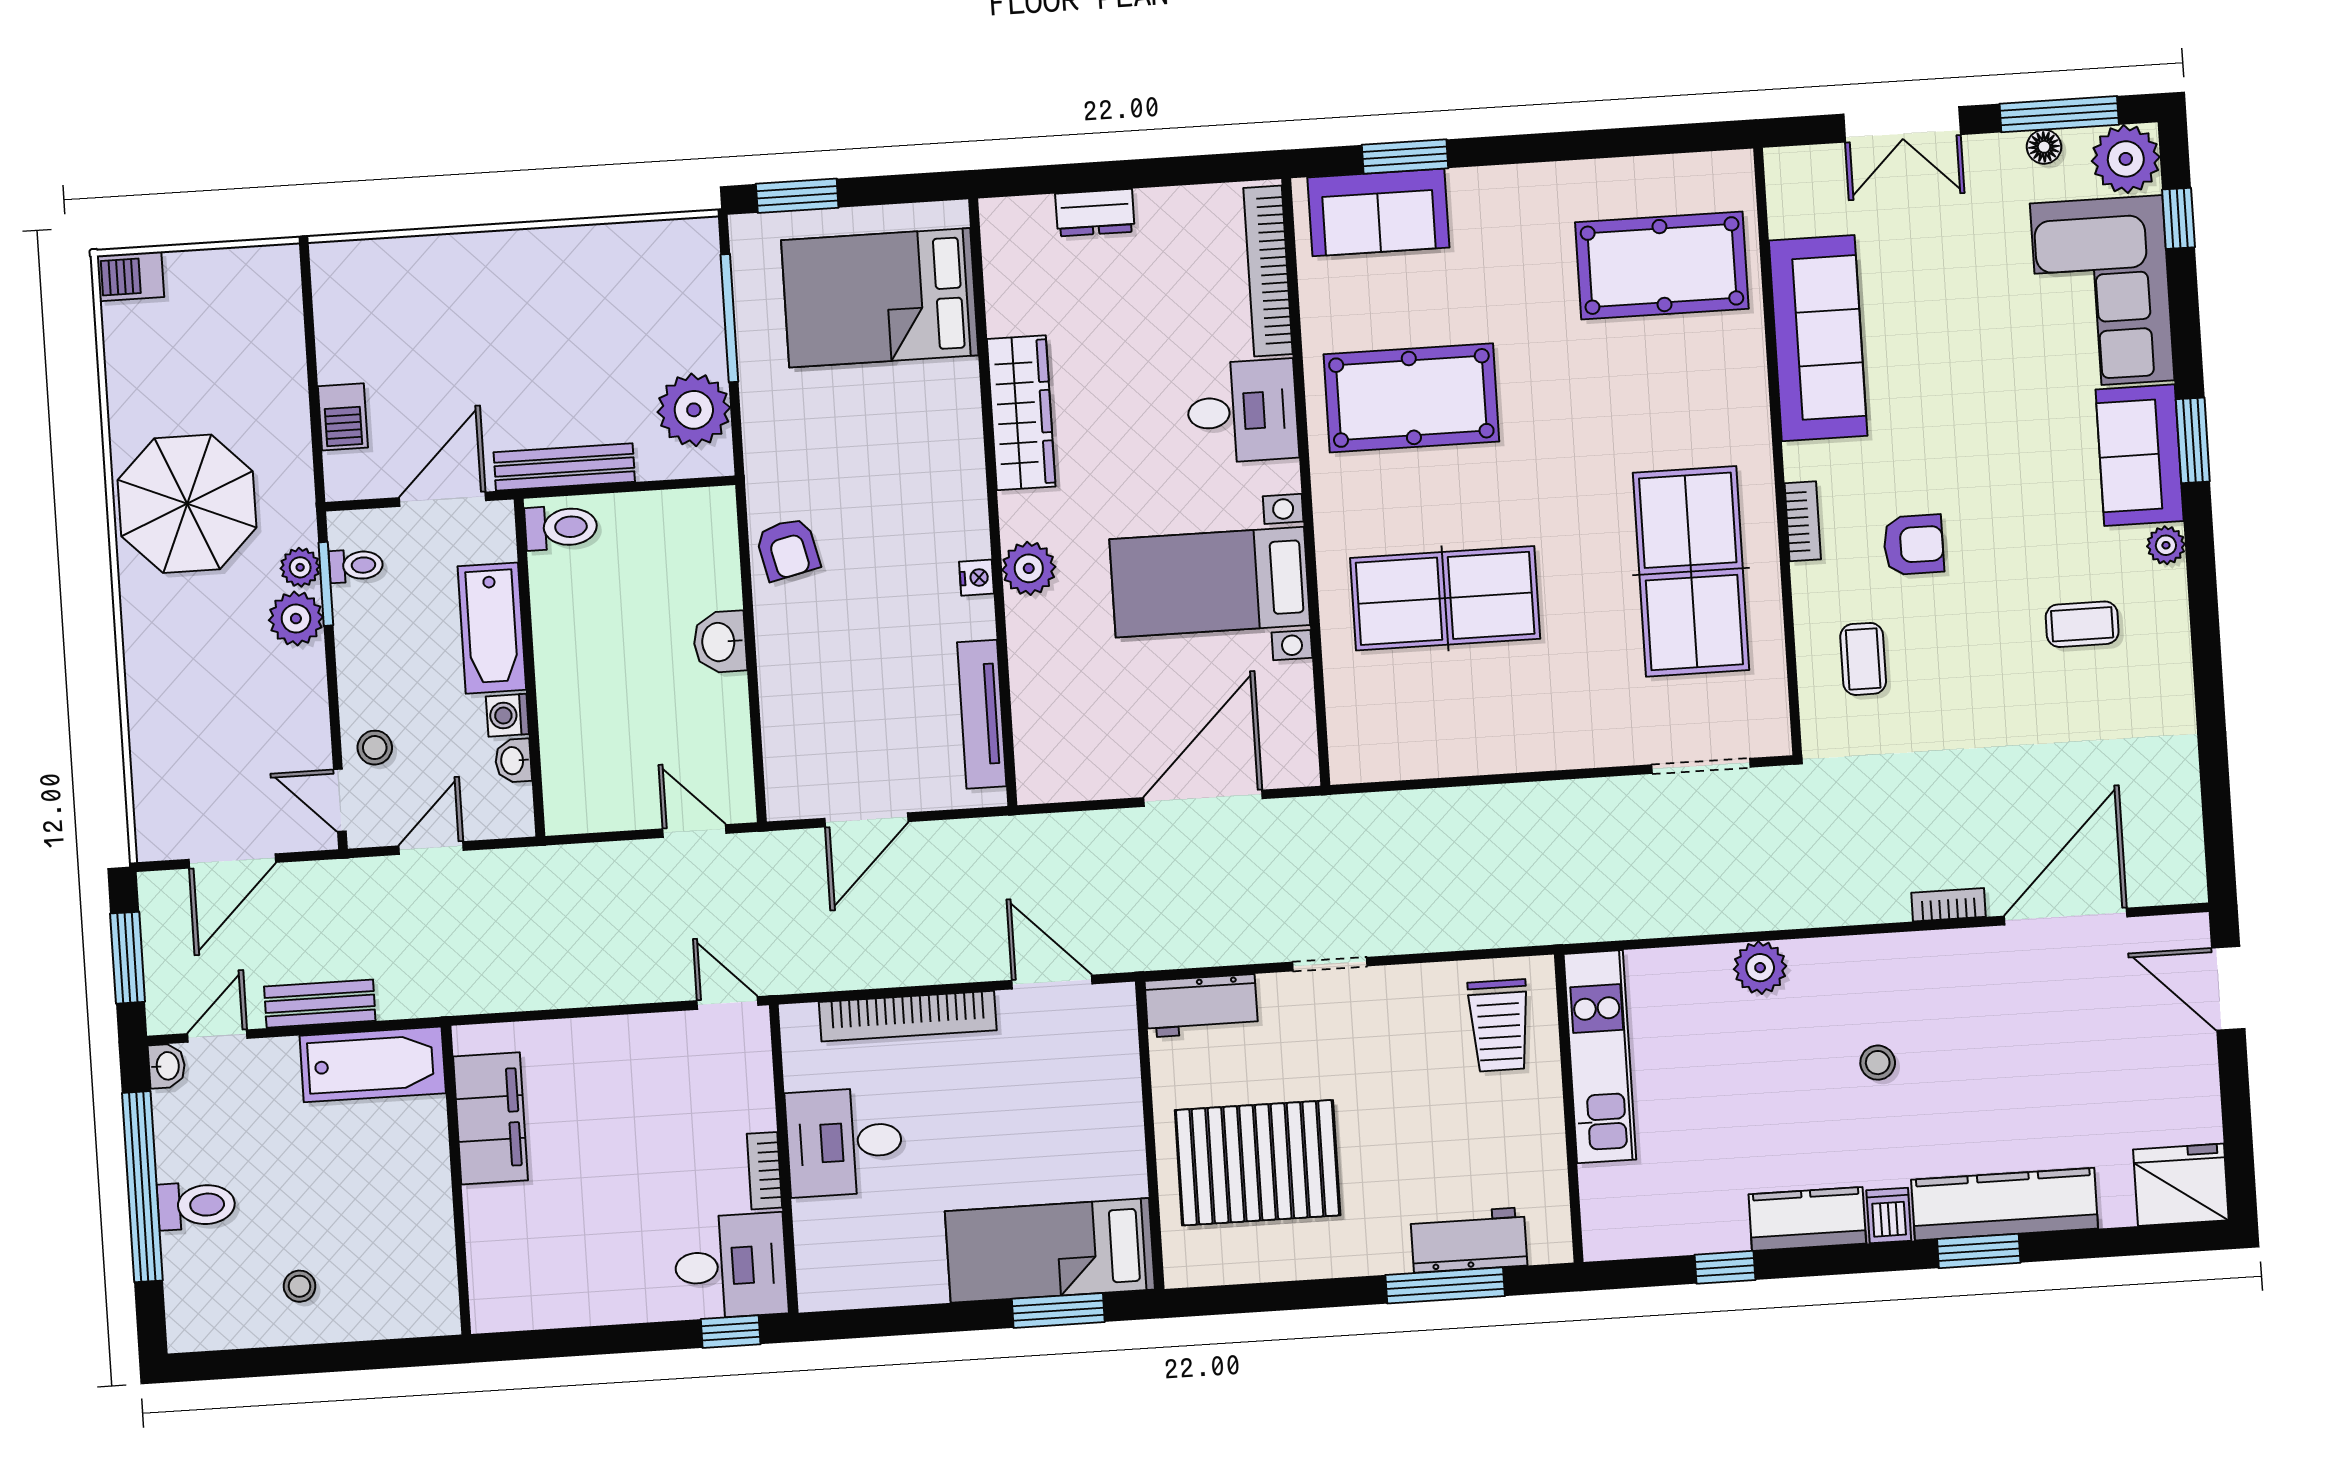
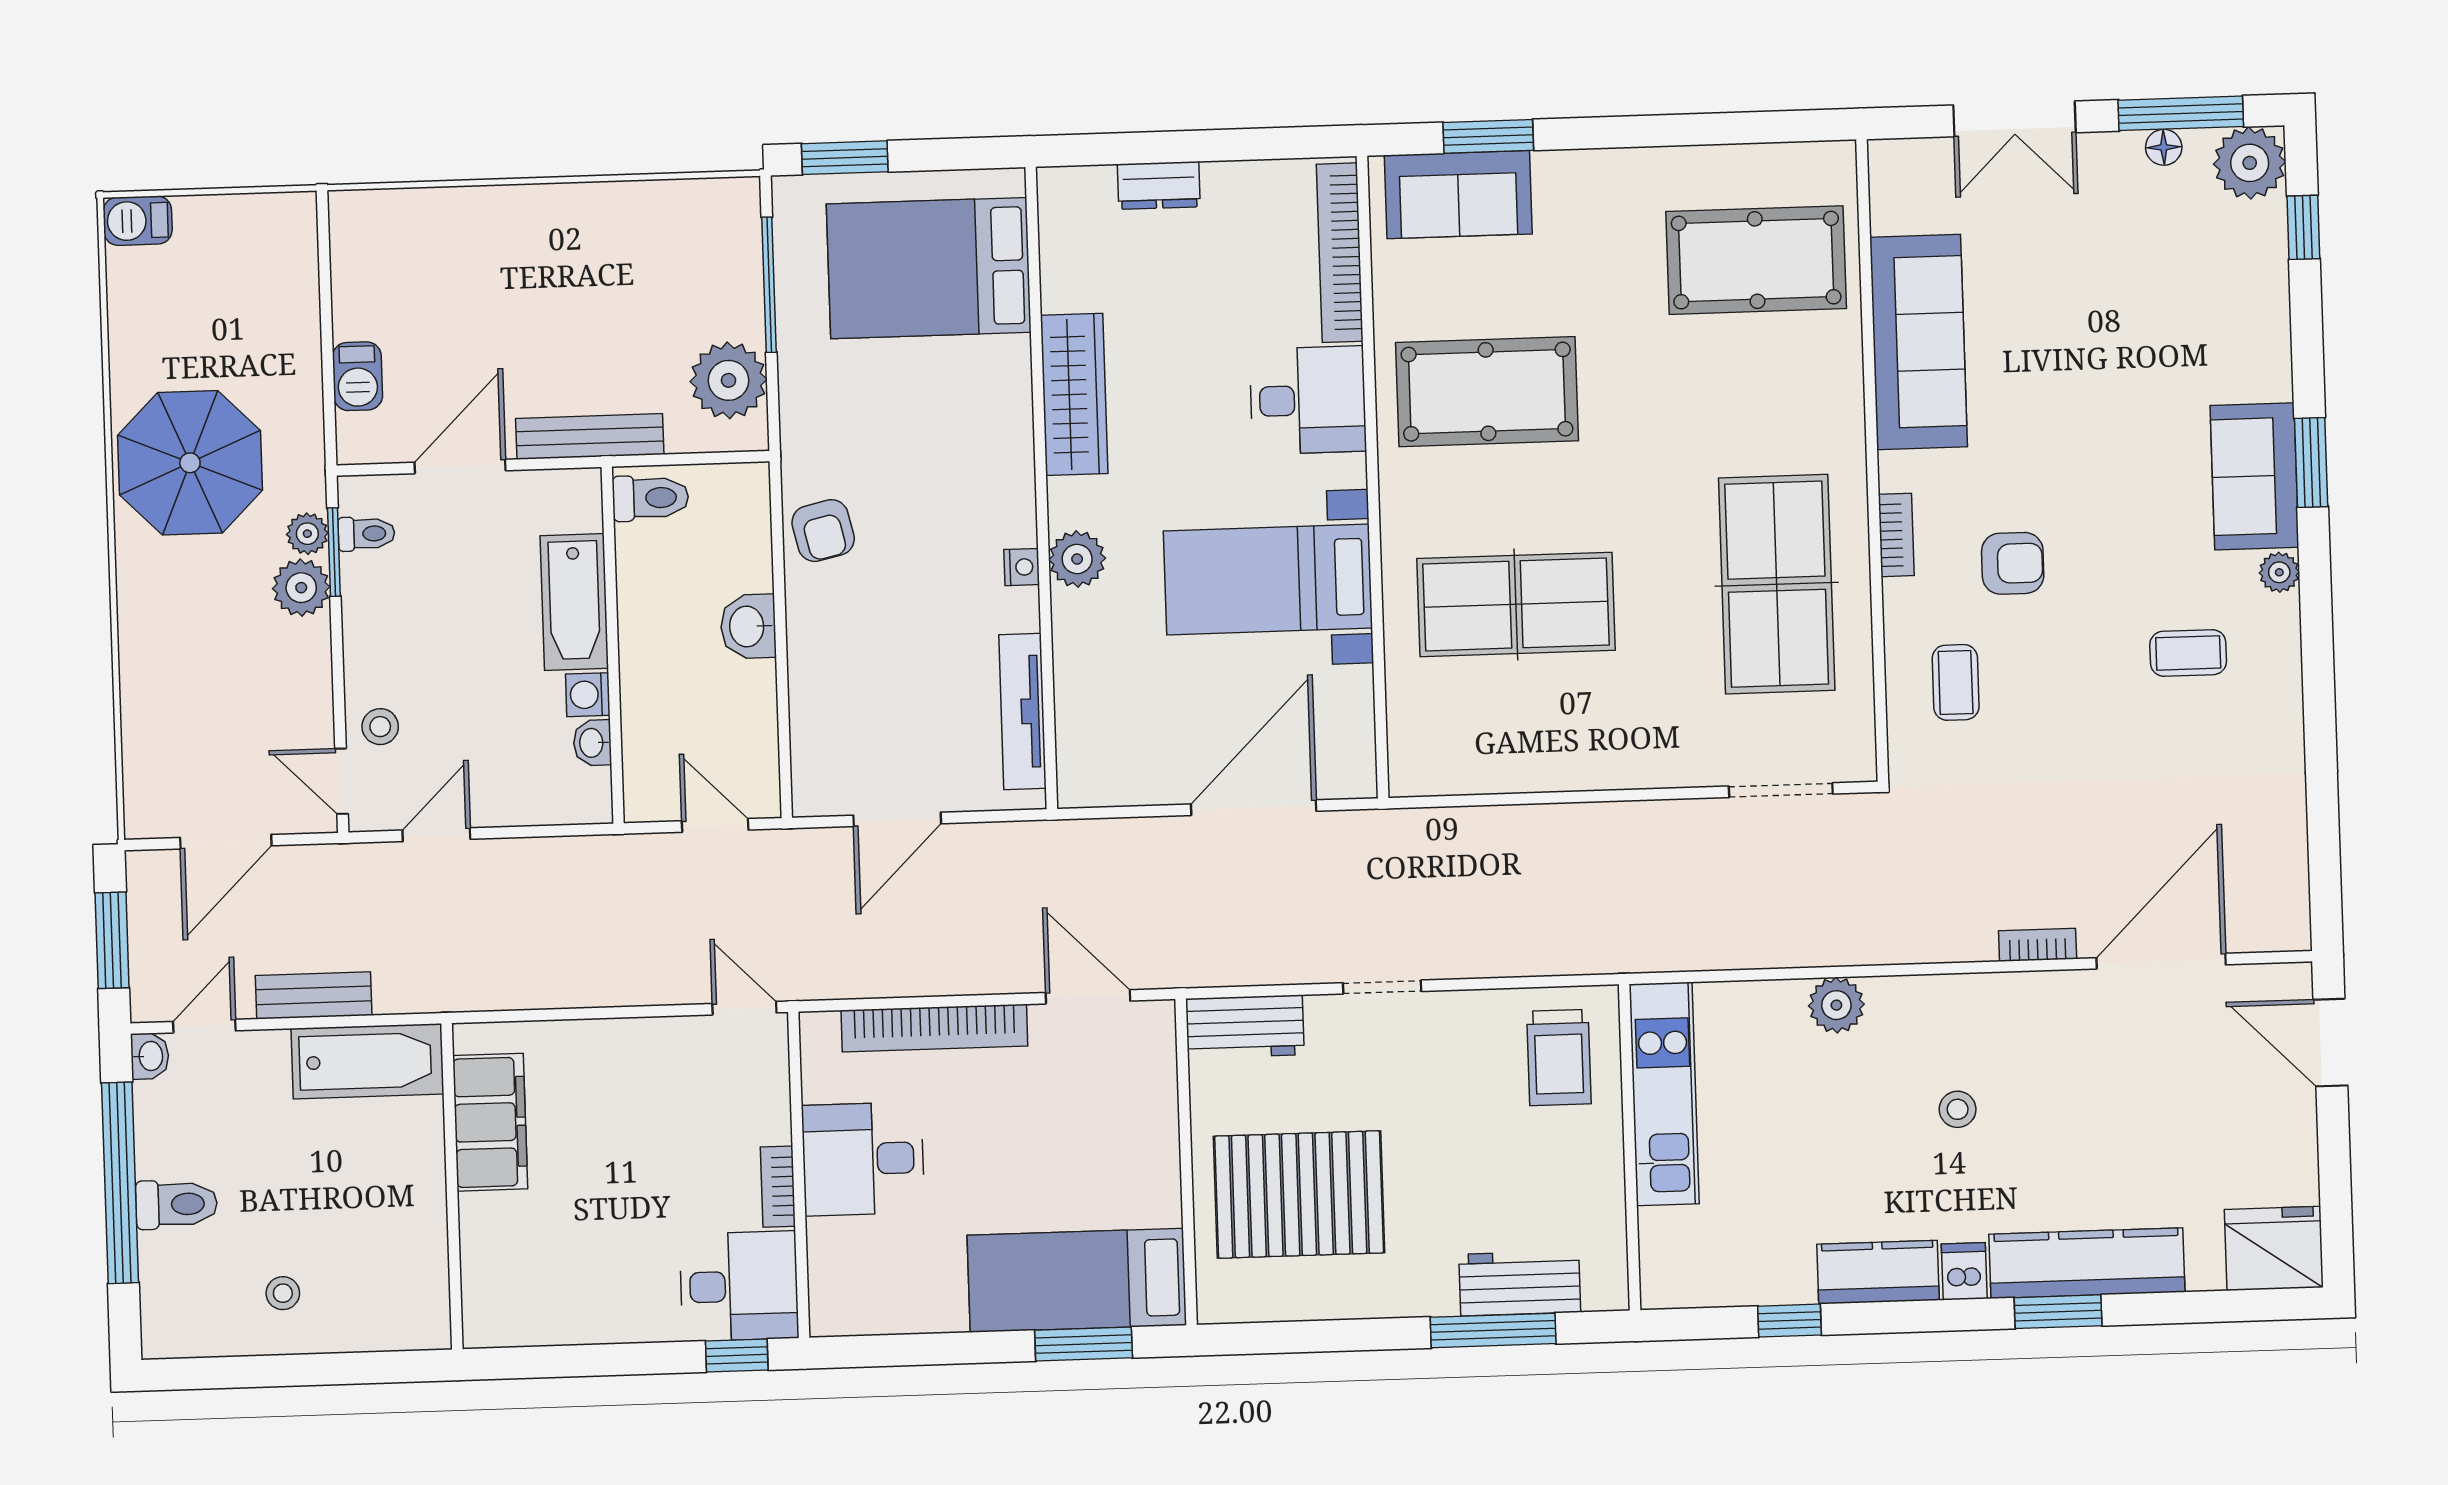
corner sofa: (2102, 292) -> (2220, 303), removed
toilet: (561, 527) -> (651, 498), moved
bathtub: (492, 628) -> (574, 602), moved
wall: (530, 668) -> (613, 645), moved
washing machine: (507, 715) -> (588, 695), moved
washbasin: (513, 761) -> (592, 743), moved

